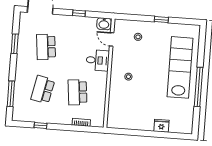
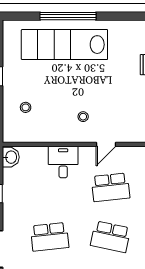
door: (112, 39) -> (106, 144), moved
window: (198, 87) -> (68, 16), moved

